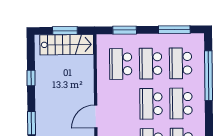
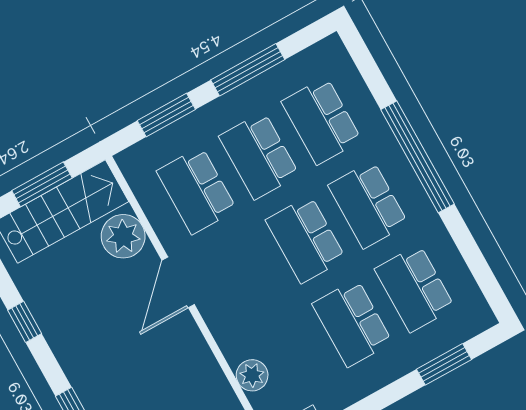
window: (174, 30) -> (248, 70), moved
plant: (84, 66) -> (123, 236), added
window: (209, 76) -> (418, 157), moved
door: (96, 116) -> (178, 282), moved

